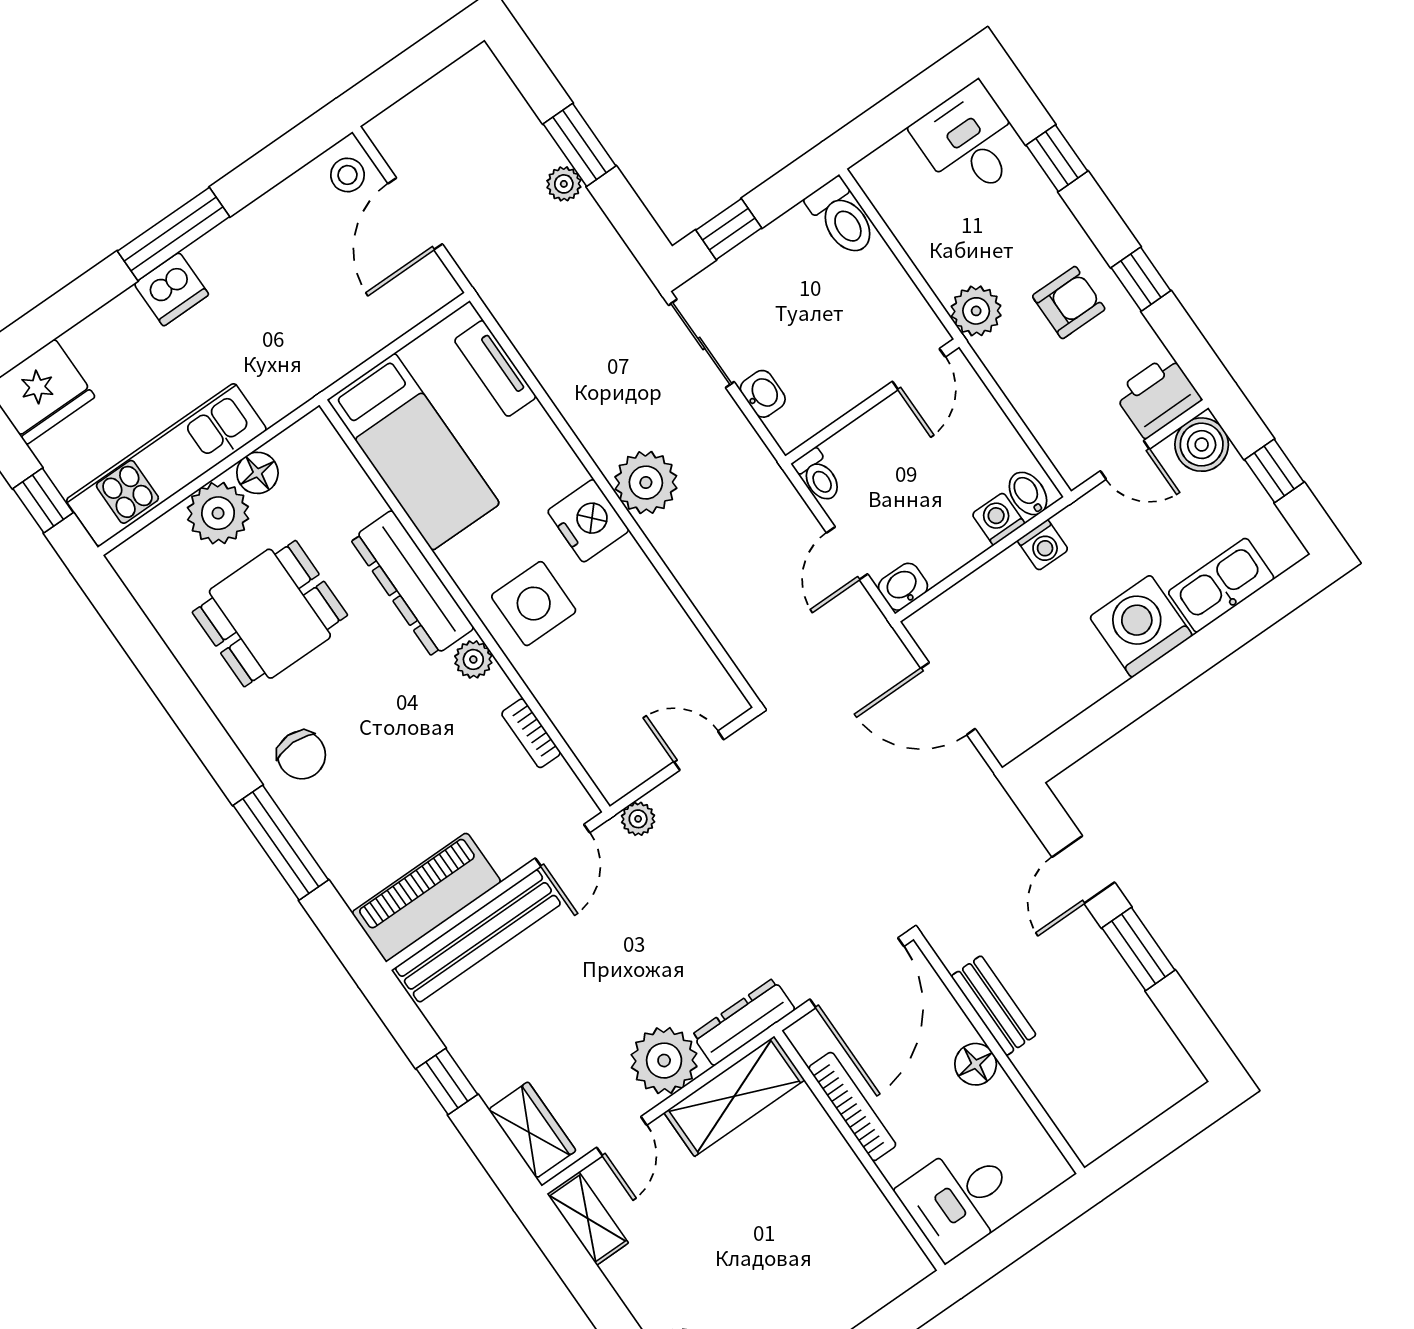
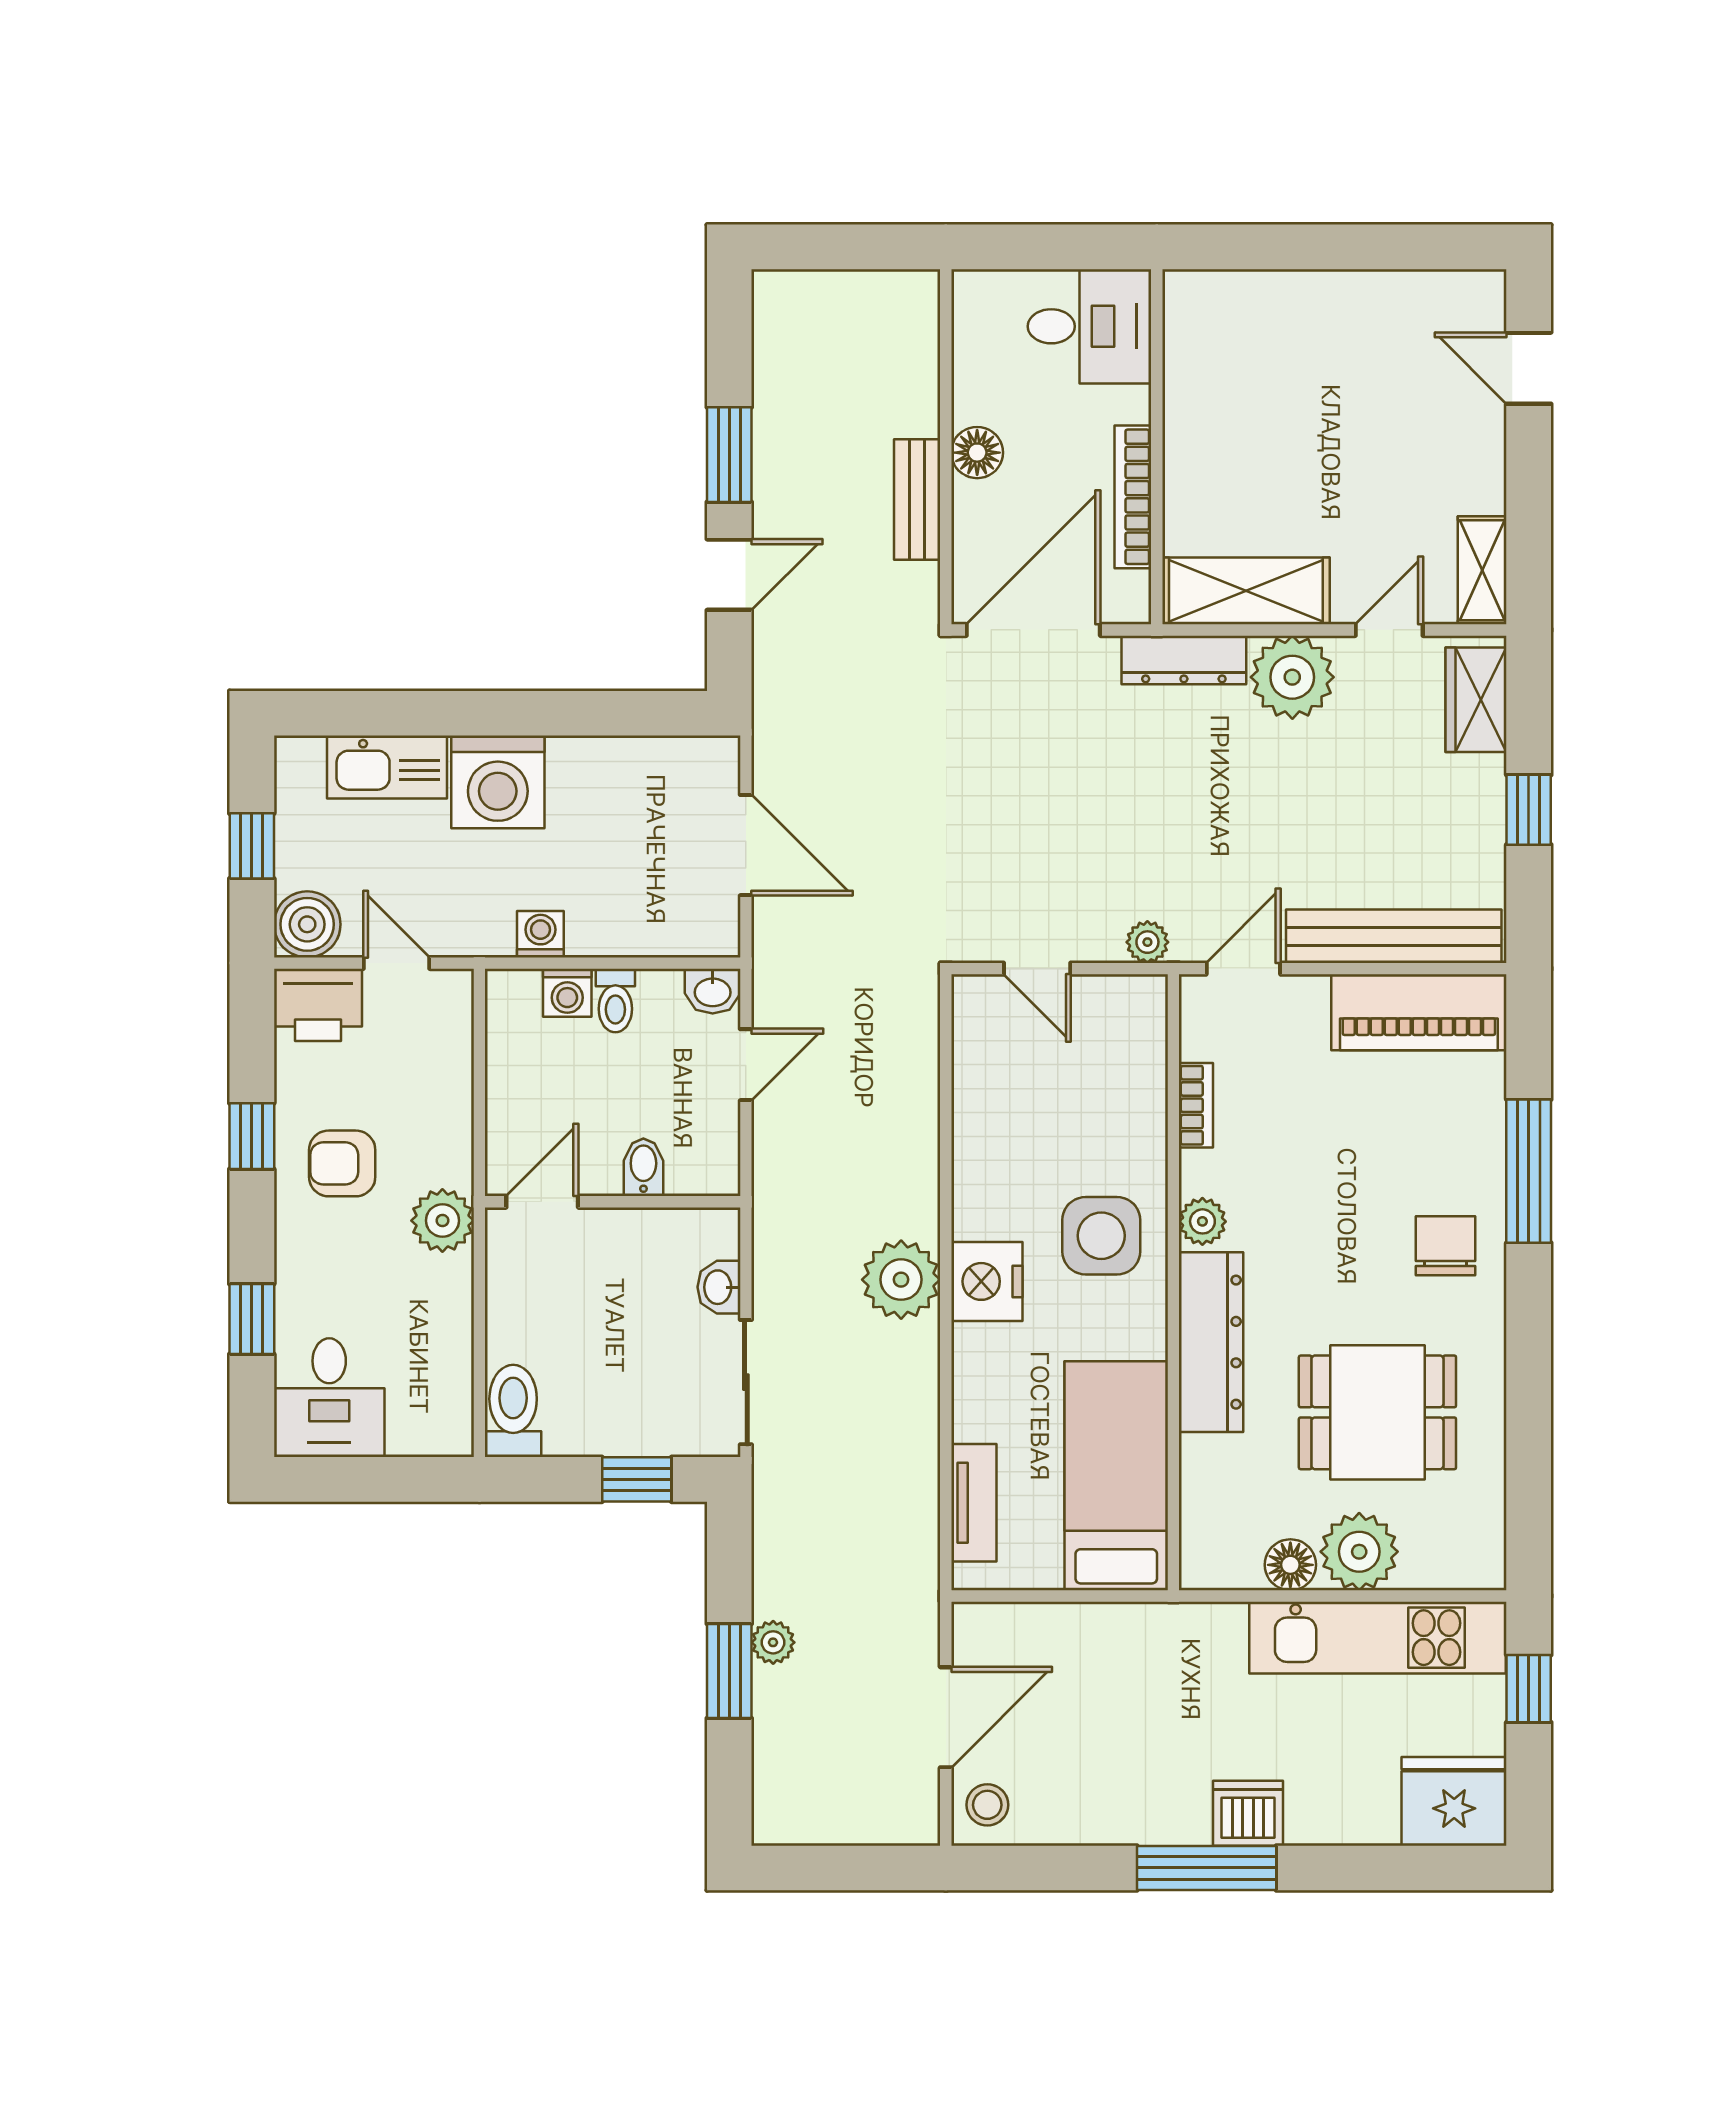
toilet: (818, 476) -> (615, 1001), moved, turned 180
bidet: (1028, 494) -> (643, 1167), moved, turned 180

